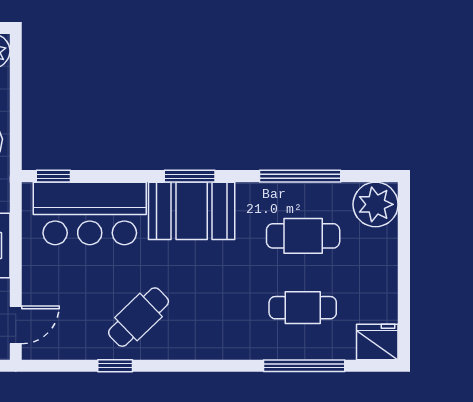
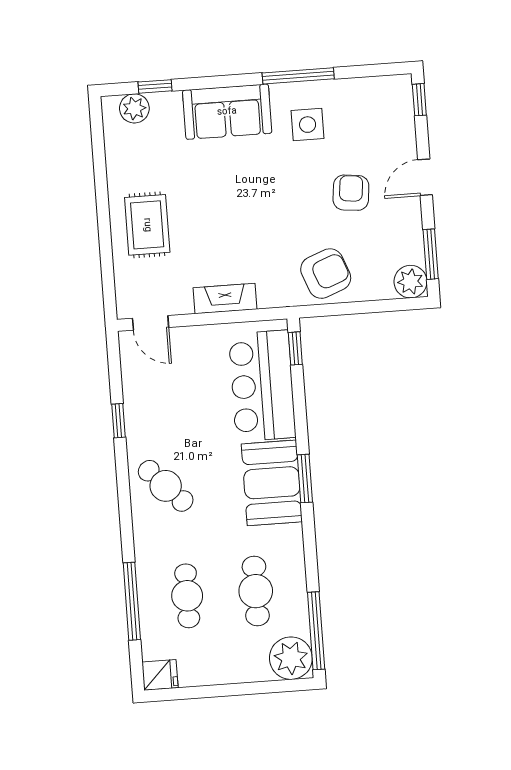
window: (300, 176) -> (316, 631), moved
cafe table: (139, 317) -> (166, 486), moved
fridge: (377, 342) -> (160, 675), width x0.72

